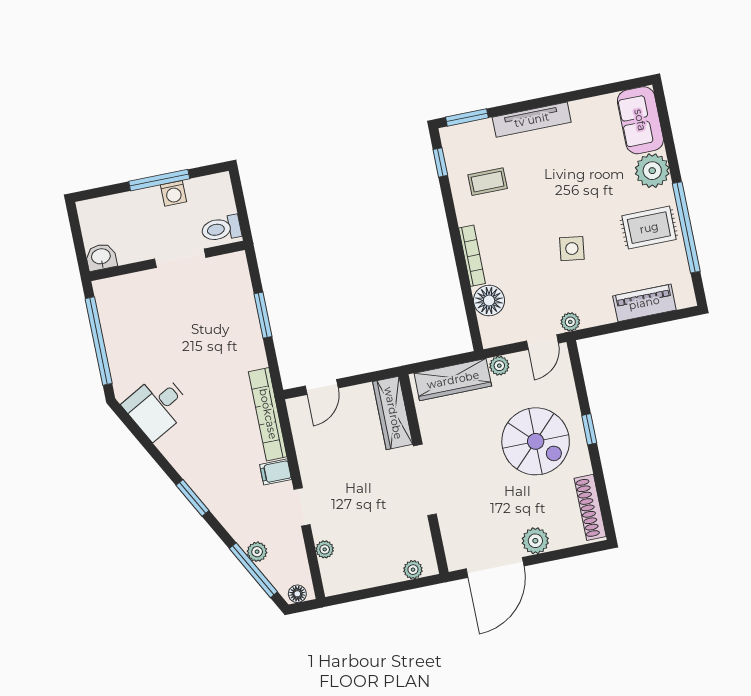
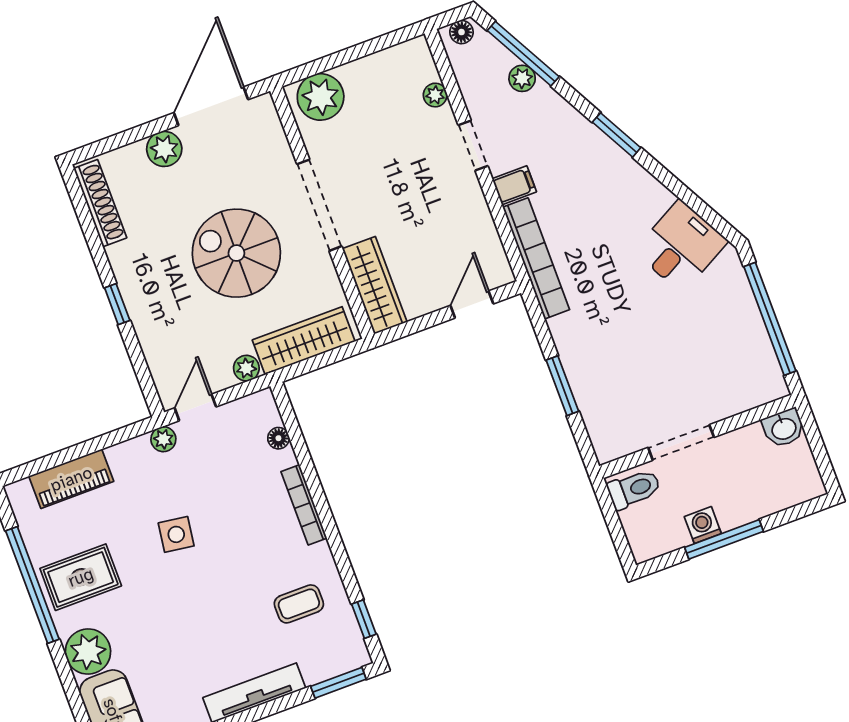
floor lamp: (489, 301) -> (278, 438), width x0.53, depth x0.53
spiral stairs: (536, 441) -> (236, 253), moved
plant: (413, 570) -> (321, 97), width x1.88, depth x1.88

